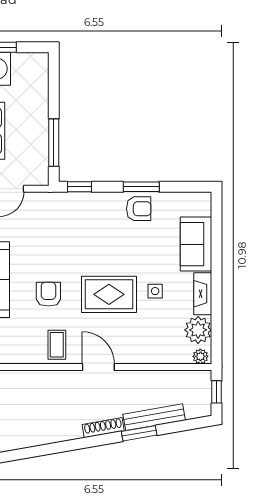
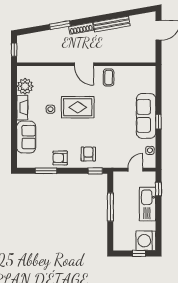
window: (54, 143) -> (110, 207), moved
window: (141, 187) -> (46, 171), moved
armchair: (48, 294) -> (88, 154), moved, turned 180
plant: (200, 356) -> (24, 71), removed
bench: (154, 417) -> (112, 24), moved

